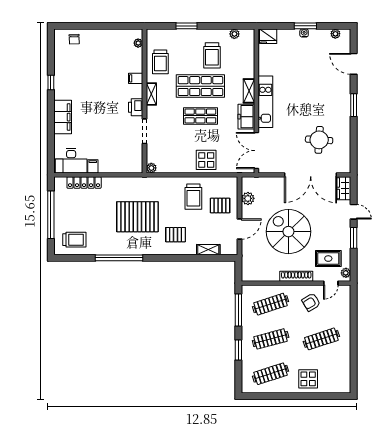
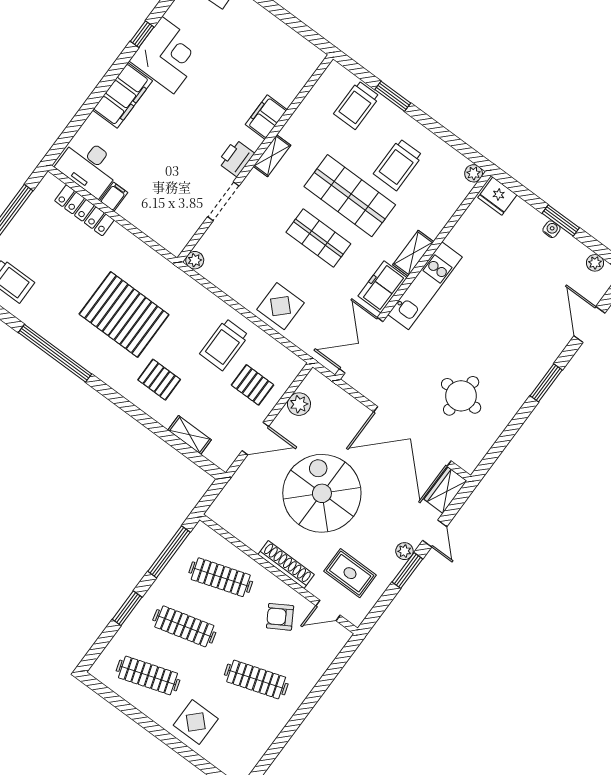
plant: (234, 34) -> (474, 173), moved
plant: (138, 43) -> (307, 70), removed
trolley: (160, 62) -> (357, 105), moved
filing cabinet: (136, 78) -> (266, 117), width x2.00
corner desk: (70, 83) -> (168, 55), added
plant: (346, 273) -> (404, 551), moved

